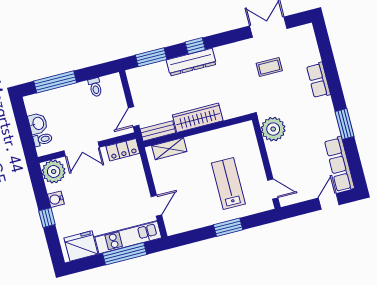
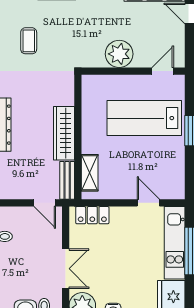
plant: (273, 129) -> (119, 54), moved
locker: (123, 150) -> (92, 215), moved, turned 90
lab bench: (228, 183) -> (144, 118), width x1.36, depth x1.39

